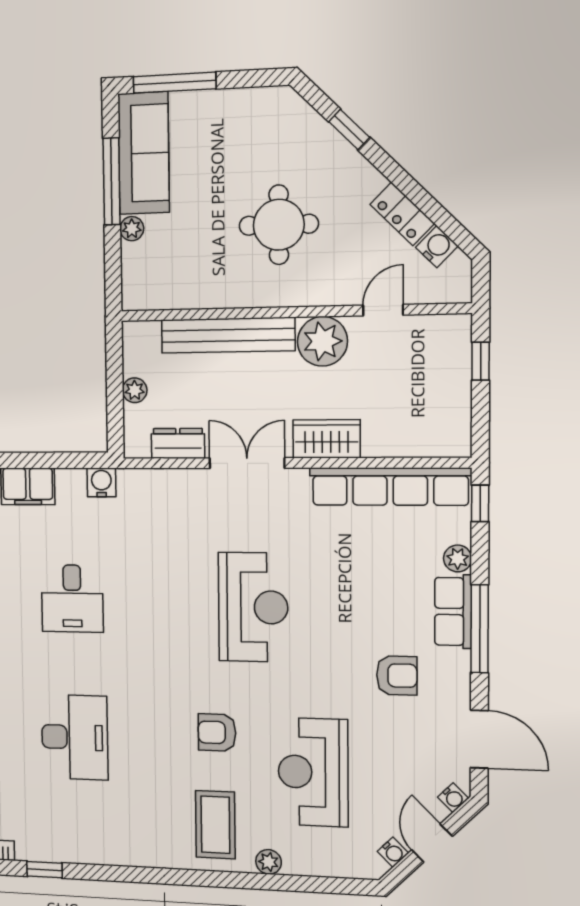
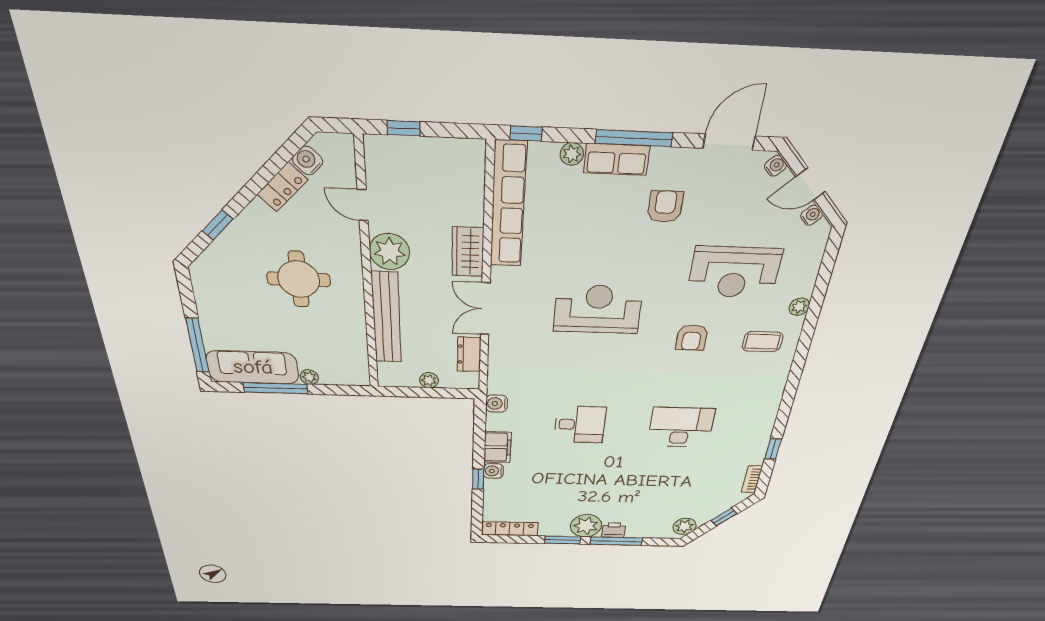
coffee table: (215, 825) -> (763, 342), width x0.73, depth x0.77

